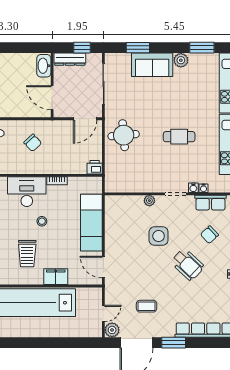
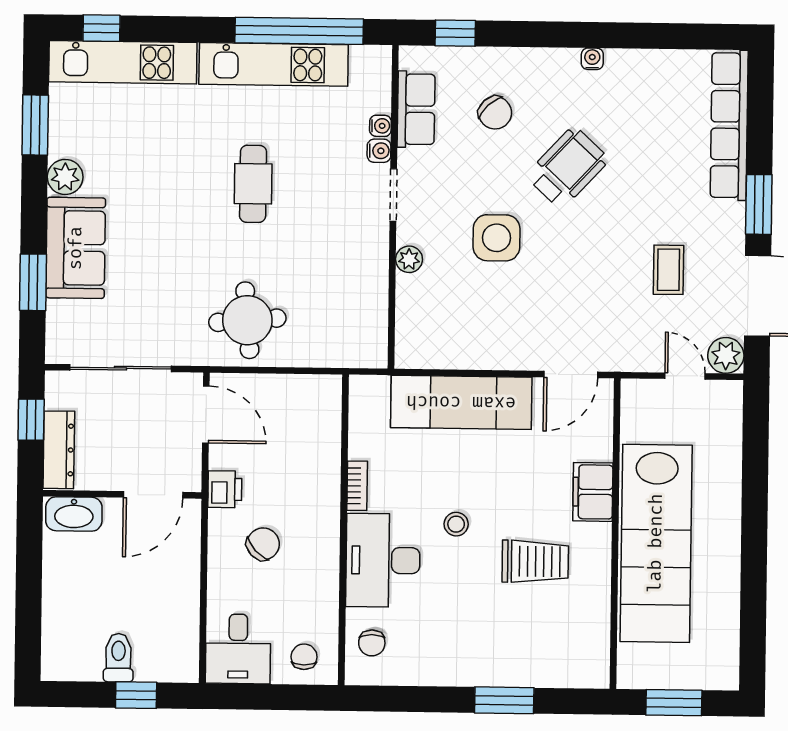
printer: (95, 167) -> (225, 489), moved, turned 180

